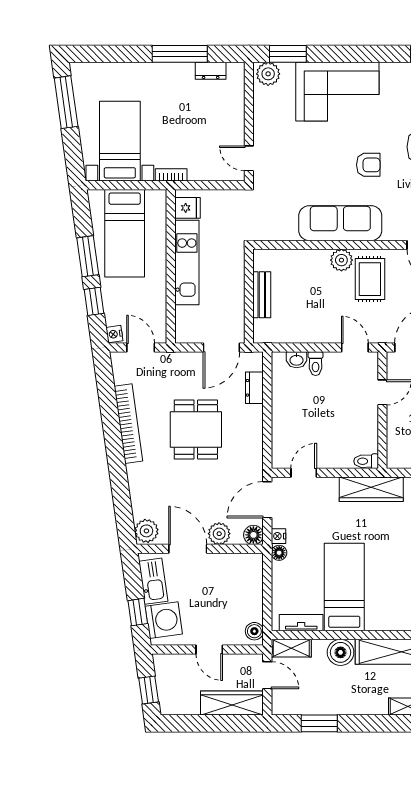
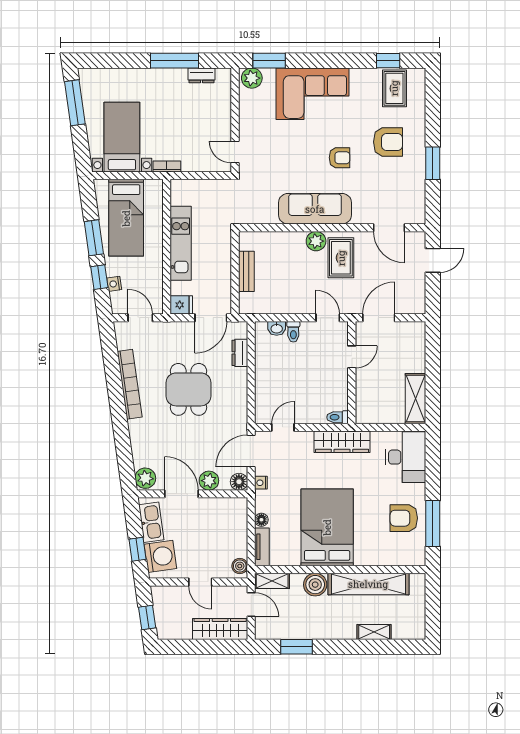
fridge: (188, 208) -> (181, 305), moved
nightstand: (114, 334) -> (114, 284), moved
floor lamp: (279, 553) -> (261, 520), moved
bed: (344, 587) -> (327, 527), width x1.50
tv unit: (301, 623) -> (262, 547), moved, turned 90

